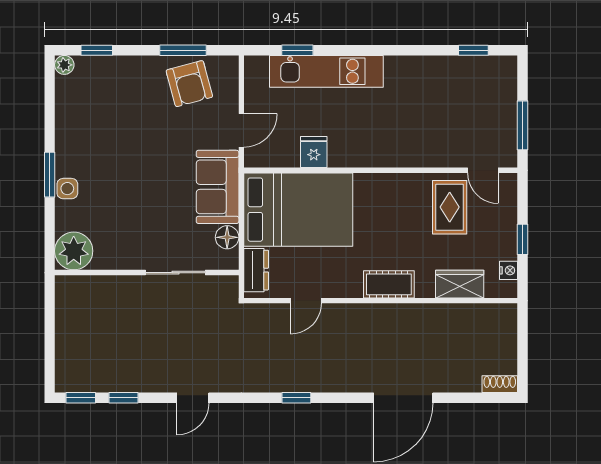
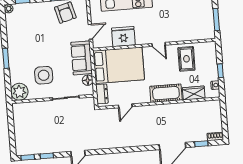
fridge: (314, 152) -> (123, 37), width x1.88, depth x1.34
door: (483, 170) -> (159, 44), moved
side table: (67, 189) -> (44, 75), moved, width x1.87, depth x1.87
cot: (389, 284) -> (166, 93), width x1.37, depth x1.34
window: (296, 398) -> (201, 144), moved

